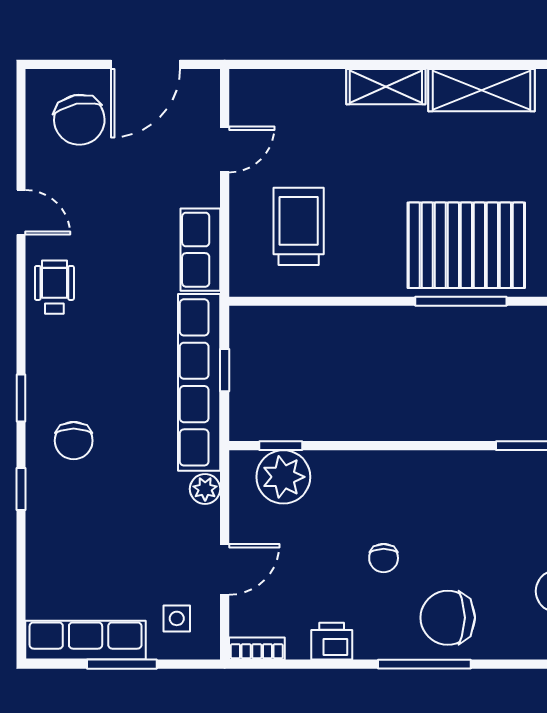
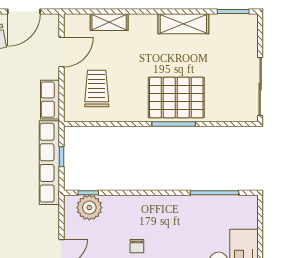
shelving: (386, 87) -> (109, 22), moved
door: (225, 149) -> (61, 52), width x1.38
plant: (205, 489) -> (52, 213), removed

